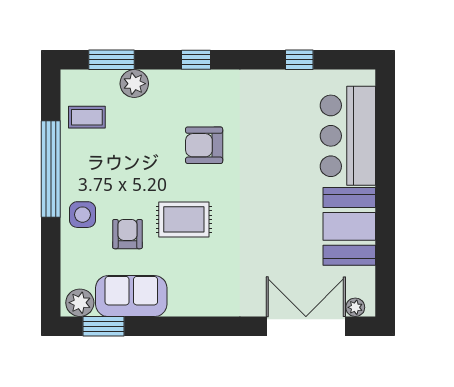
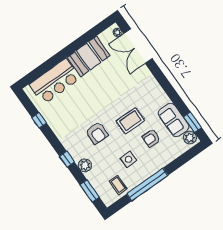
plant: (134, 84) -> (85, 165), moved
side table: (82, 215) -> (128, 159), moved
rug: (184, 219) -> (130, 121), turned 90

